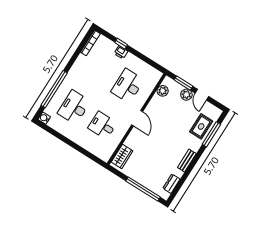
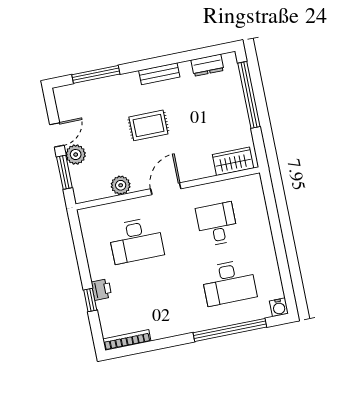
plant: (163, 91) -> (121, 185), moved
desk: (103, 125) -> (217, 224), turned 180
rug: (201, 126) -> (148, 125), moved

